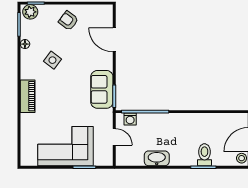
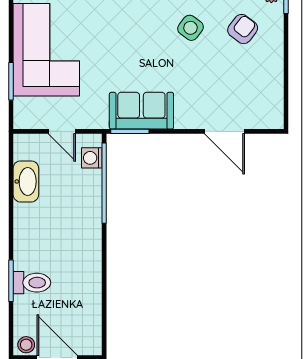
armchair: (68, 21) -> (243, 29), moved
door: (114, 40) -> (224, 131), swing flipped
door: (114, 137) -> (62, 131), hinge flipped
washbasin: (157, 158) -> (26, 181), moved

